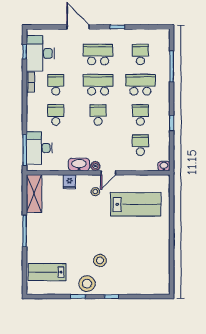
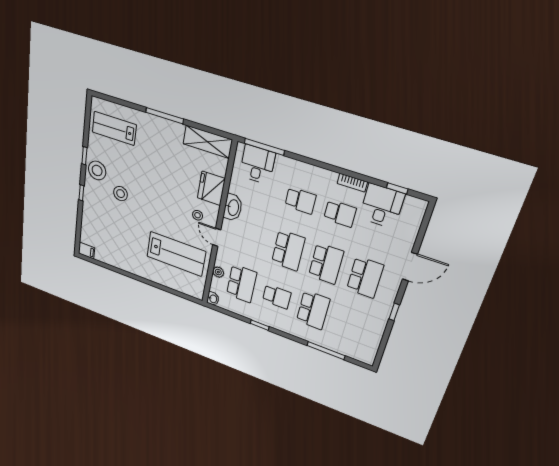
desk: (40, 53) -> (382, 206), width x0.73
school desk: (140, 55) -> (350, 324), removed
school desk: (98, 115) -> (288, 250), width x1.85
school desk: (140, 145) -> (242, 284), width x1.85
desk: (39, 148) -> (257, 164), width x0.73
plant: (95, 166) -> (218, 272), moved
fridge: (69, 182) -> (211, 188), width x1.88, depth x1.34
lab bench: (136, 204) -> (176, 254), turned -90
lab bench: (47, 272) -> (114, 128), turned -90
filing cabinet: (164, 287) -> (87, 251), added

